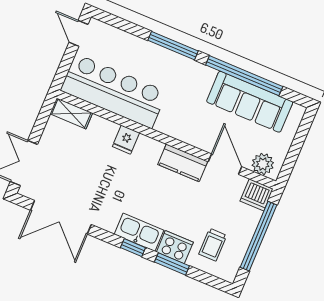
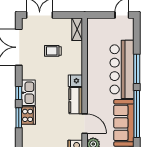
bar counter: (114, 91) -> (122, 69), moved, turned 180
fridge: (126, 140) -> (75, 81), moved
door: (225, 164) -> (85, 124), hinge flipped
trolley: (213, 245) -> (53, 51), moved

